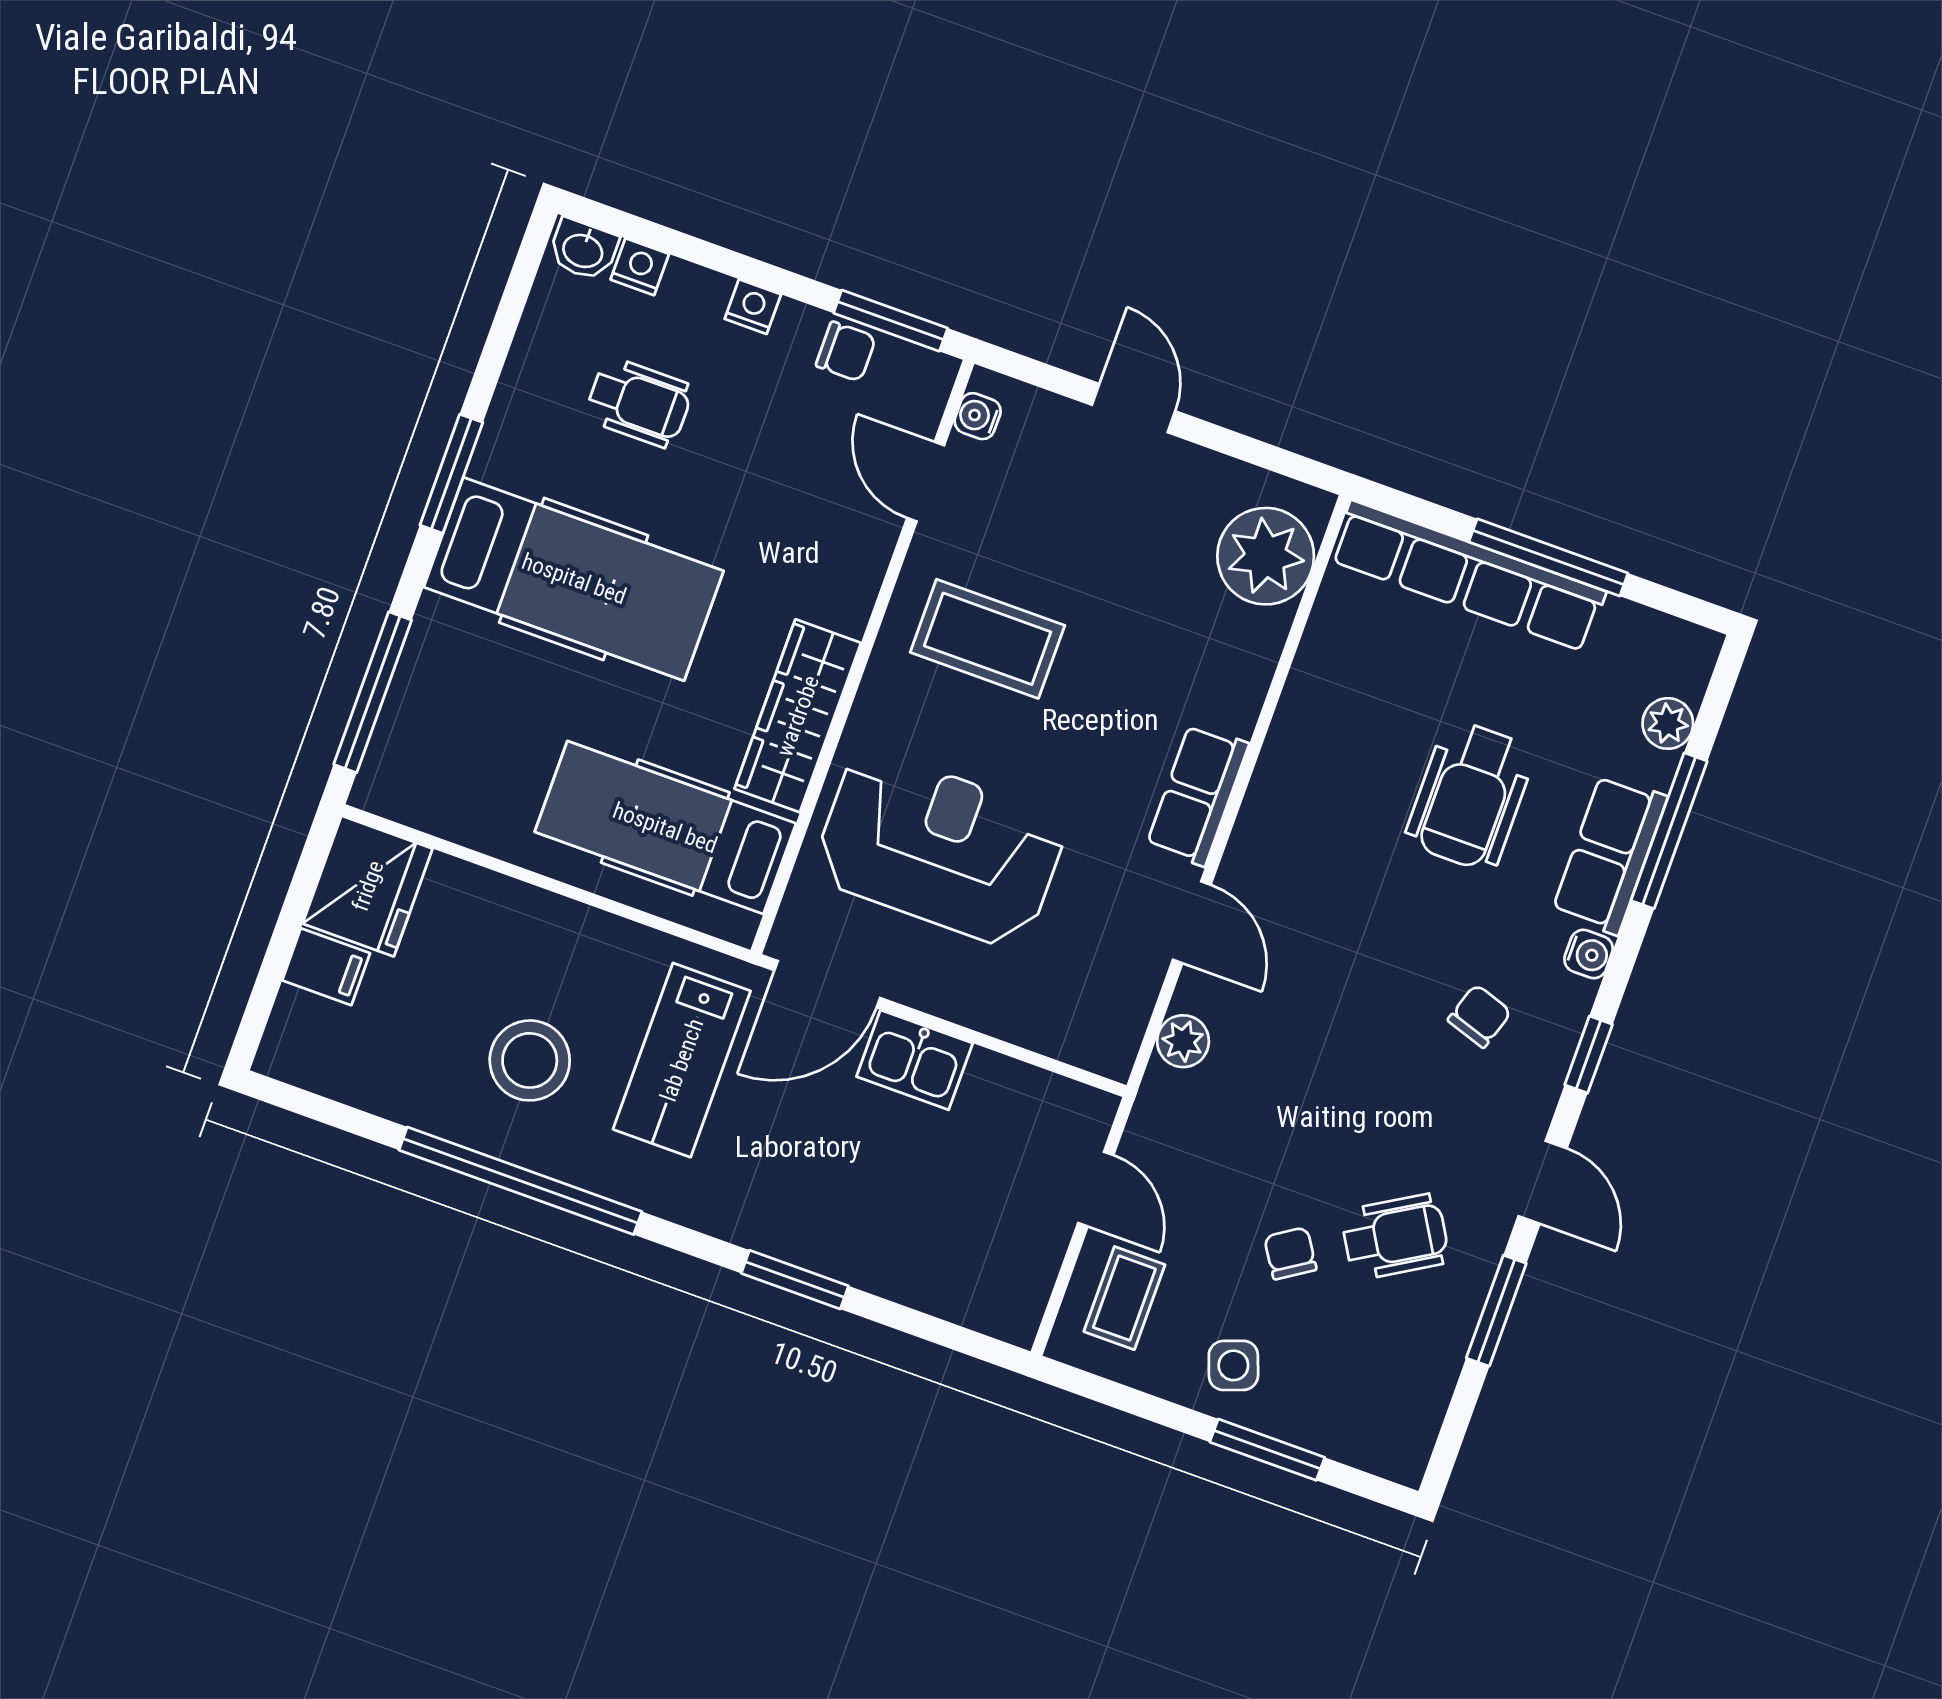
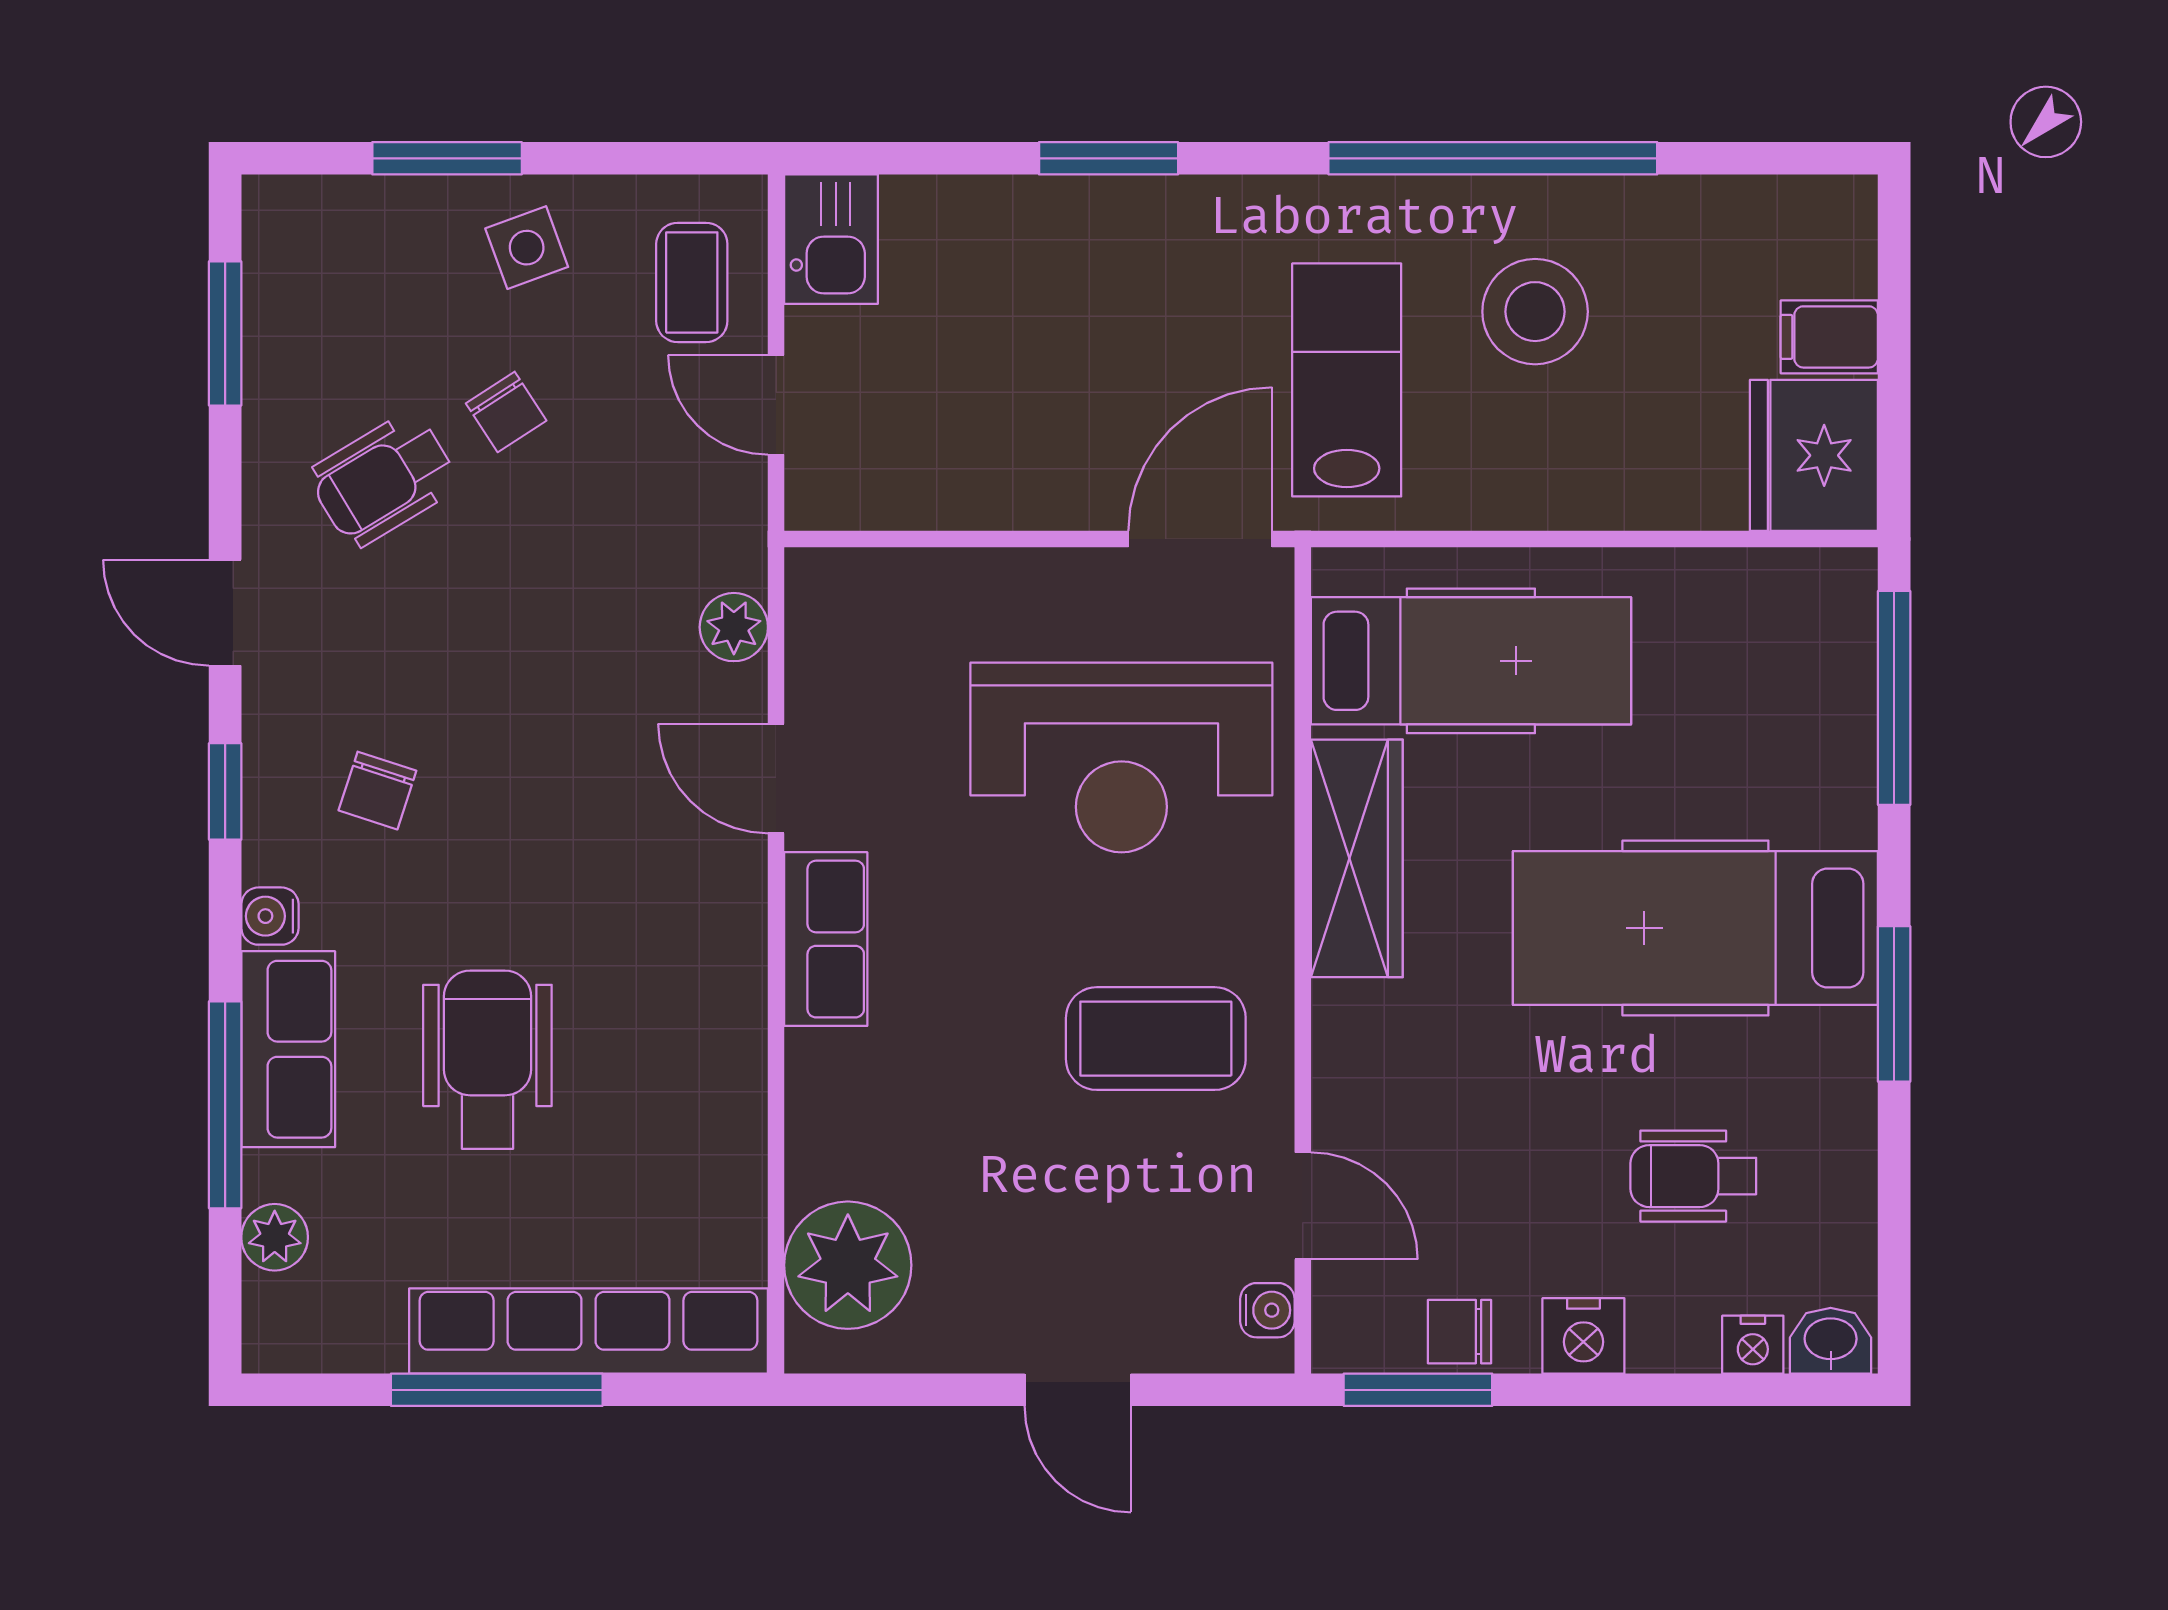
nightstand: (753, 307) -> (1583, 1336), width x1.39, depth x1.35
kitchen sink: (915, 1060) -> (831, 239), moved, turned 90
window: (1496, 1311) -> (225, 333), moved

